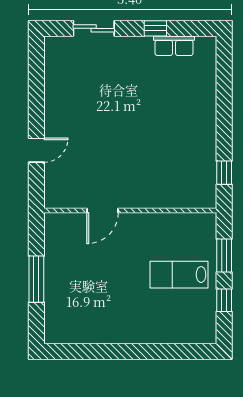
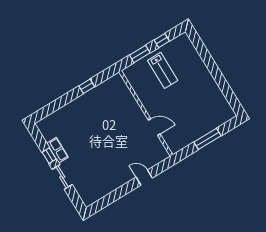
sliding door: (94, 28) -> (62, 177), moved
row of seats: (174, 46) -> (57, 150), moved
window: (224, 173) -> (87, 86), moved

